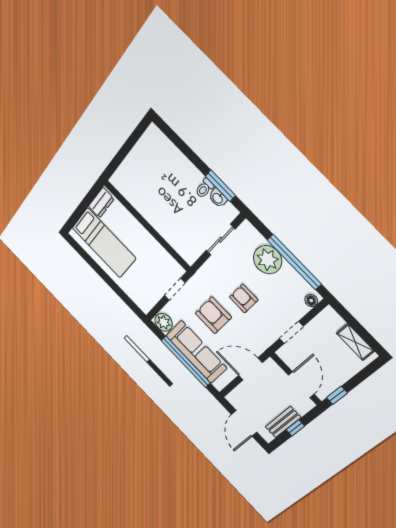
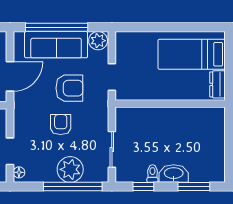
window: (180, 144) -> (194, 187), added
window: (220, 186) -> (143, 187), width x0.67
washbasin: (218, 198) -> (174, 174), moved, width x1.91, depth x1.45
window: (294, 262) -> (73, 187), moved
armchair: (244, 299) -> (61, 125), turned -90
doorway: (291, 332) -> (10, 151), moved

